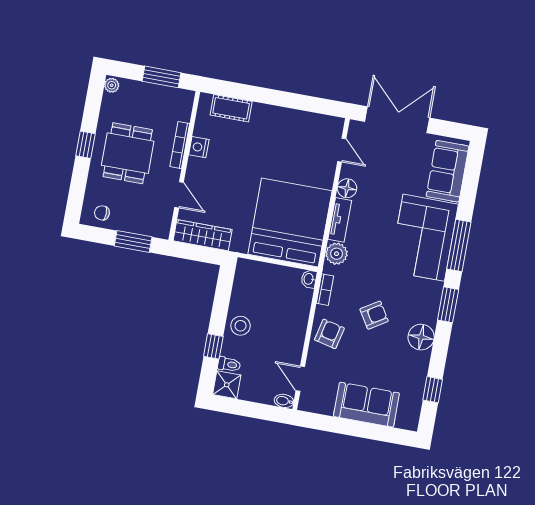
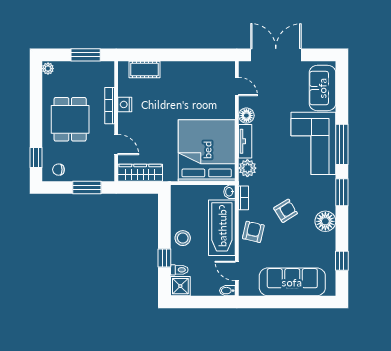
window: (85, 145) -> (36, 157), moved
bathtub: (291, 322) -> (222, 228), added
sofa: (366, 405) -> (292, 282), width x1.36

